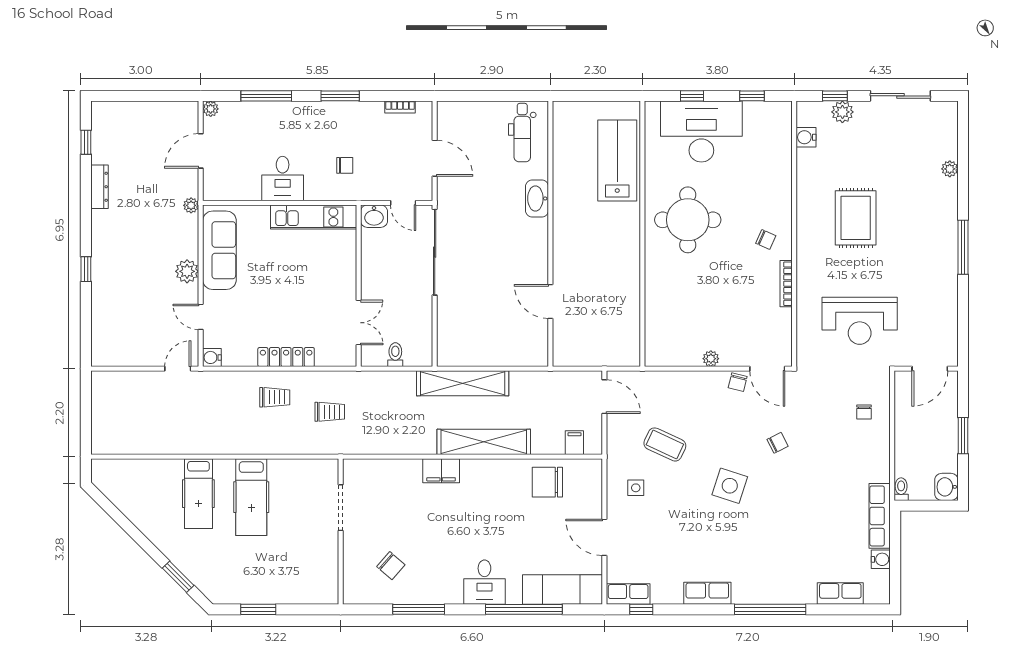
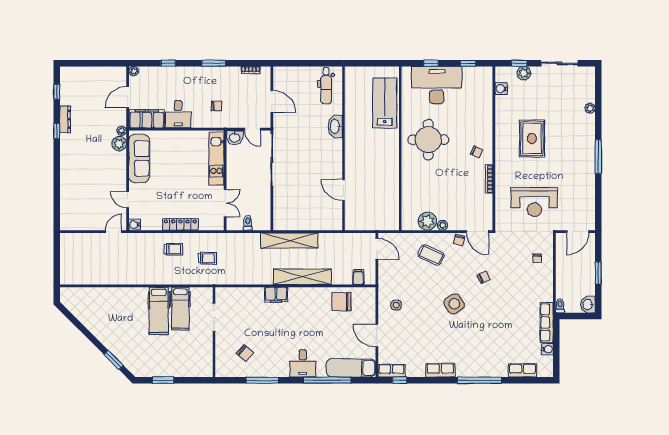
window: (266, 96) -> (168, 63), width x0.46
filing cabinet: (232, 186) -> (147, 119), added
kitchen unit: (314, 217) -> (216, 159), moved, turned 90
window: (86, 269) -> (57, 131), moved
plant: (187, 271) -> (119, 144), moved
plant: (686, 352) -> (427, 221), added
coffee table: (665, 444) -> (431, 255), moved
side table: (730, 486) -> (454, 304), turned 38
hospital bed: (198, 494) -> (180, 309), moved

